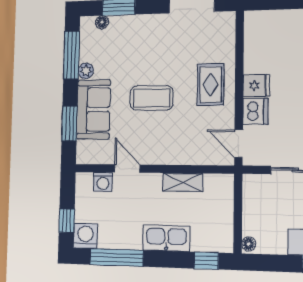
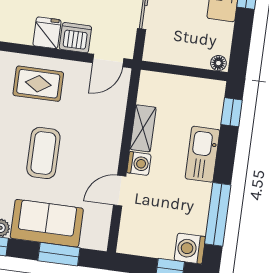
washing machine: (103, 182) -> (139, 163), moved

